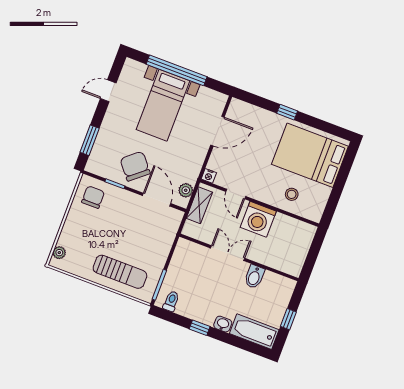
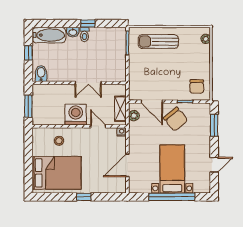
window: (314, 252) -> (28, 106), added
bidet: (254, 277) -> (41, 74), moved
toilet: (171, 301) -> (84, 35), moved

